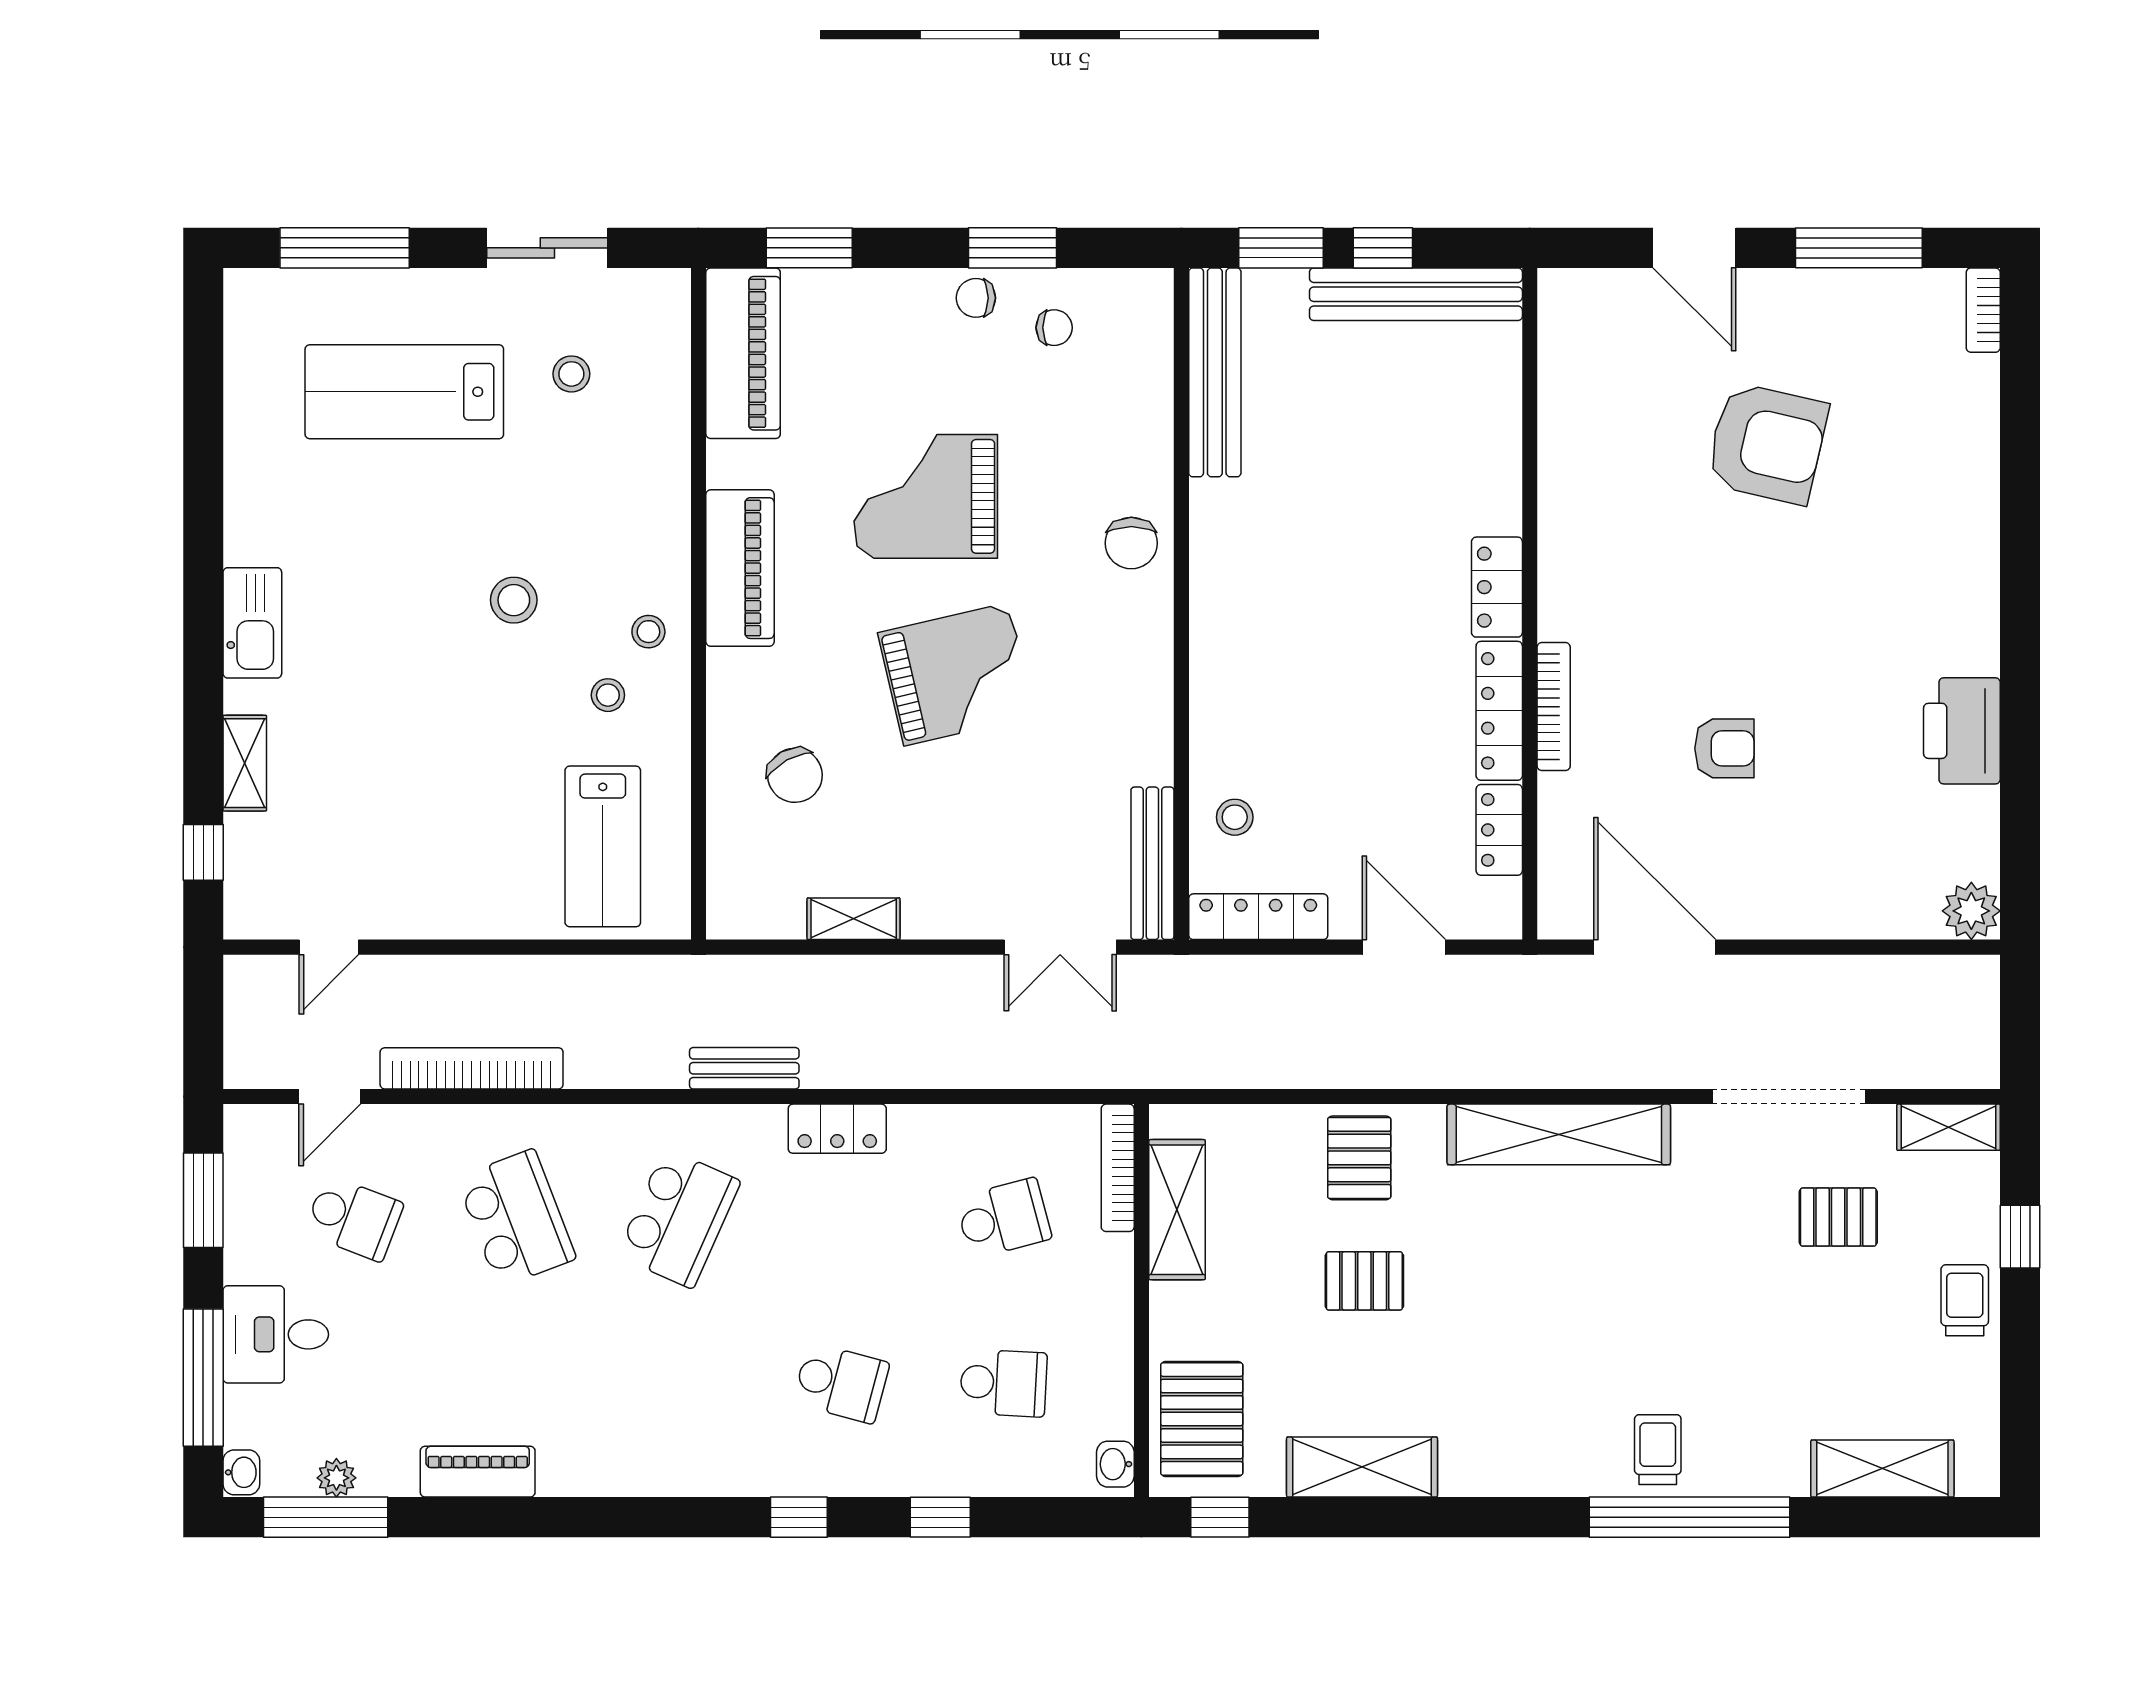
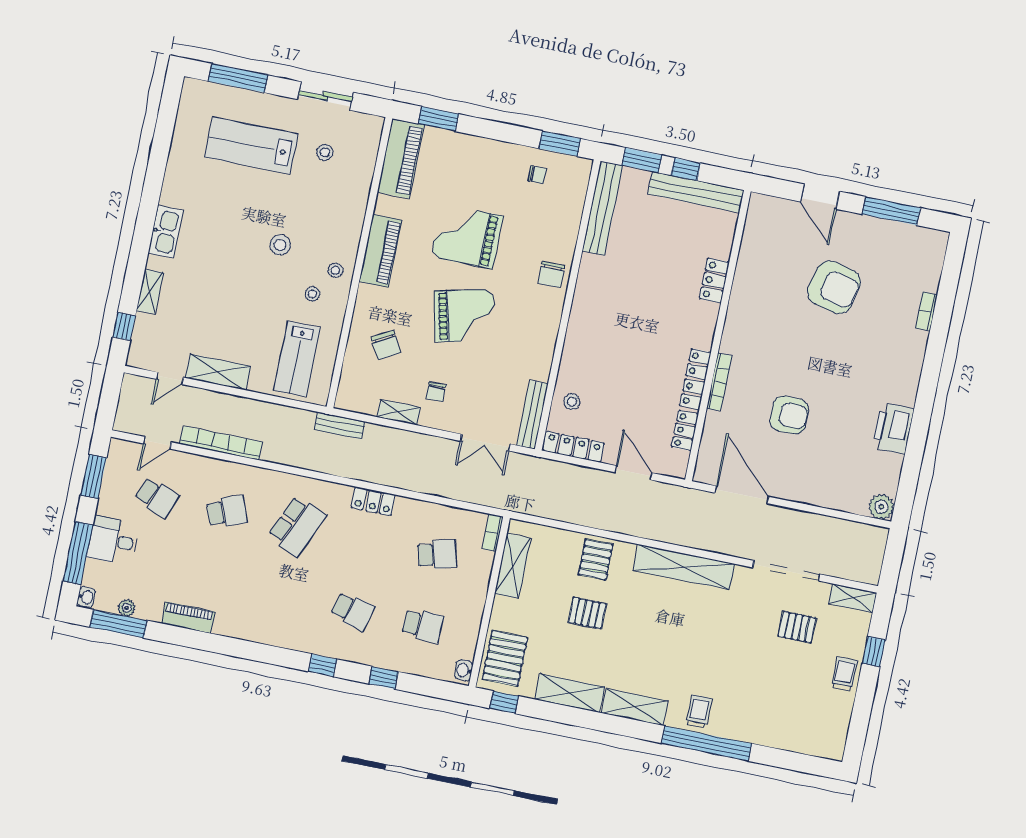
window: (1012, 248) -> (560, 144), moved
chair: (976, 298) -> (436, 392), moved, turned -90
bookcase: (1983, 310) -> (926, 311), moved
locker: (1497, 587) -> (714, 281), moved
armchair: (1724, 748) -> (789, 415), width x1.38, depth x1.38
shelving: (433, 912) -> (218, 372), added
bench: (744, 1068) -> (339, 426), moved
bookcase: (1118, 1168) -> (493, 533), width x0.64
school desk: (516, 1218) -> (227, 512), width x0.54
shelving: (1882, 1469) -> (635, 707), moved

